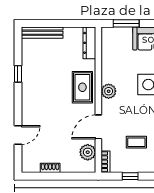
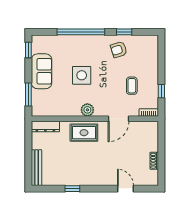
door: (98, 127) -> (119, 119), hinge flipped
plant: (88, 152) -> (140, 128), removed

